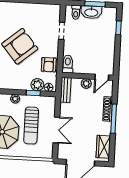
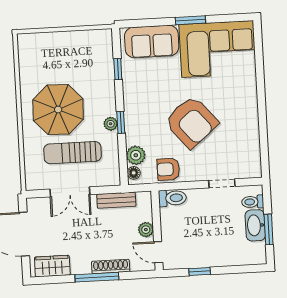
window: (119, 28) -> (200, 271), moved
bench: (66, 90) -> (116, 200), moved
window: (33, 93) -> (121, 122), moved

